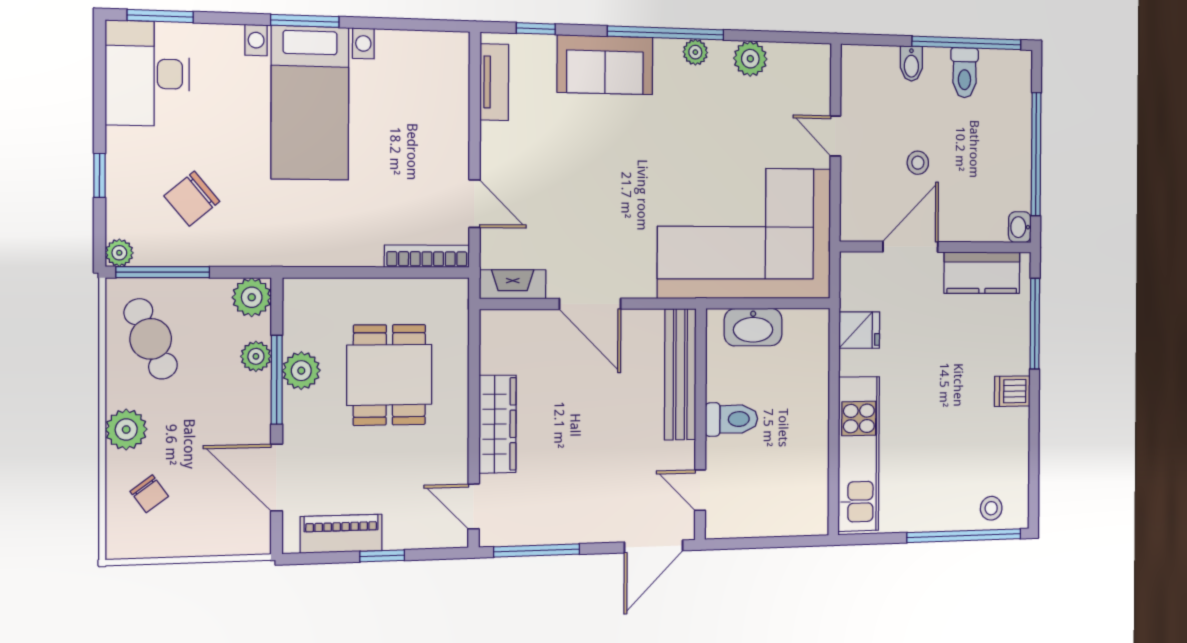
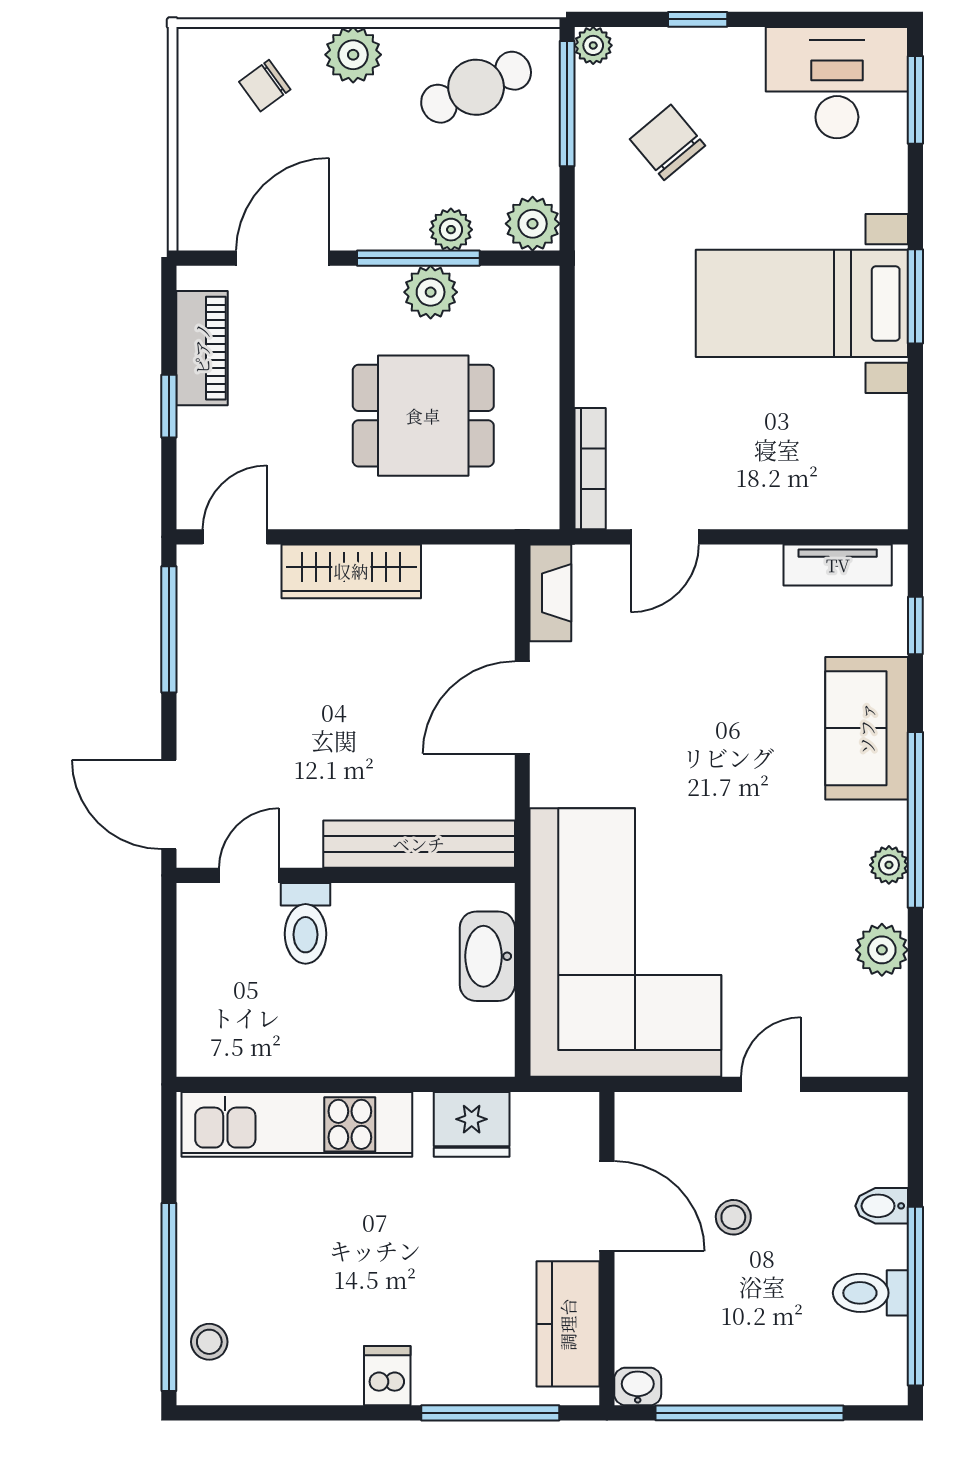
fridge: (859, 330) -> (472, 1124), width x1.38
toilet: (732, 419) -> (306, 923), moved

